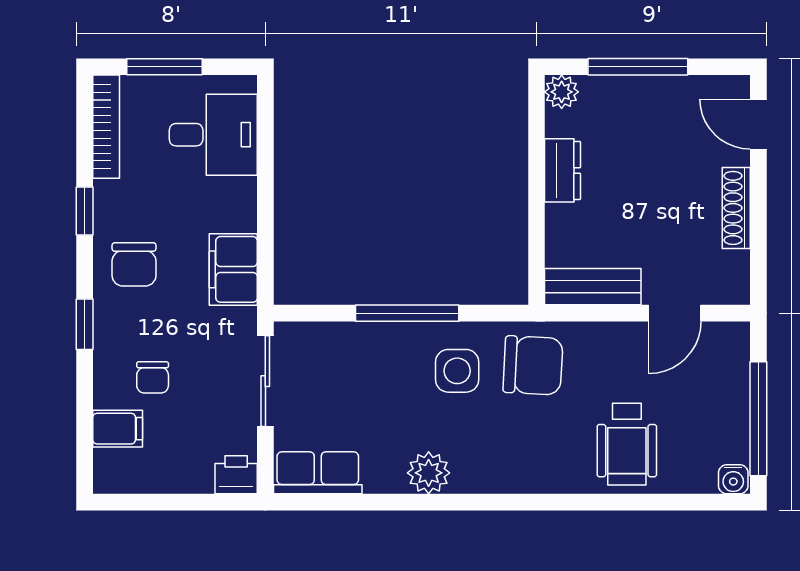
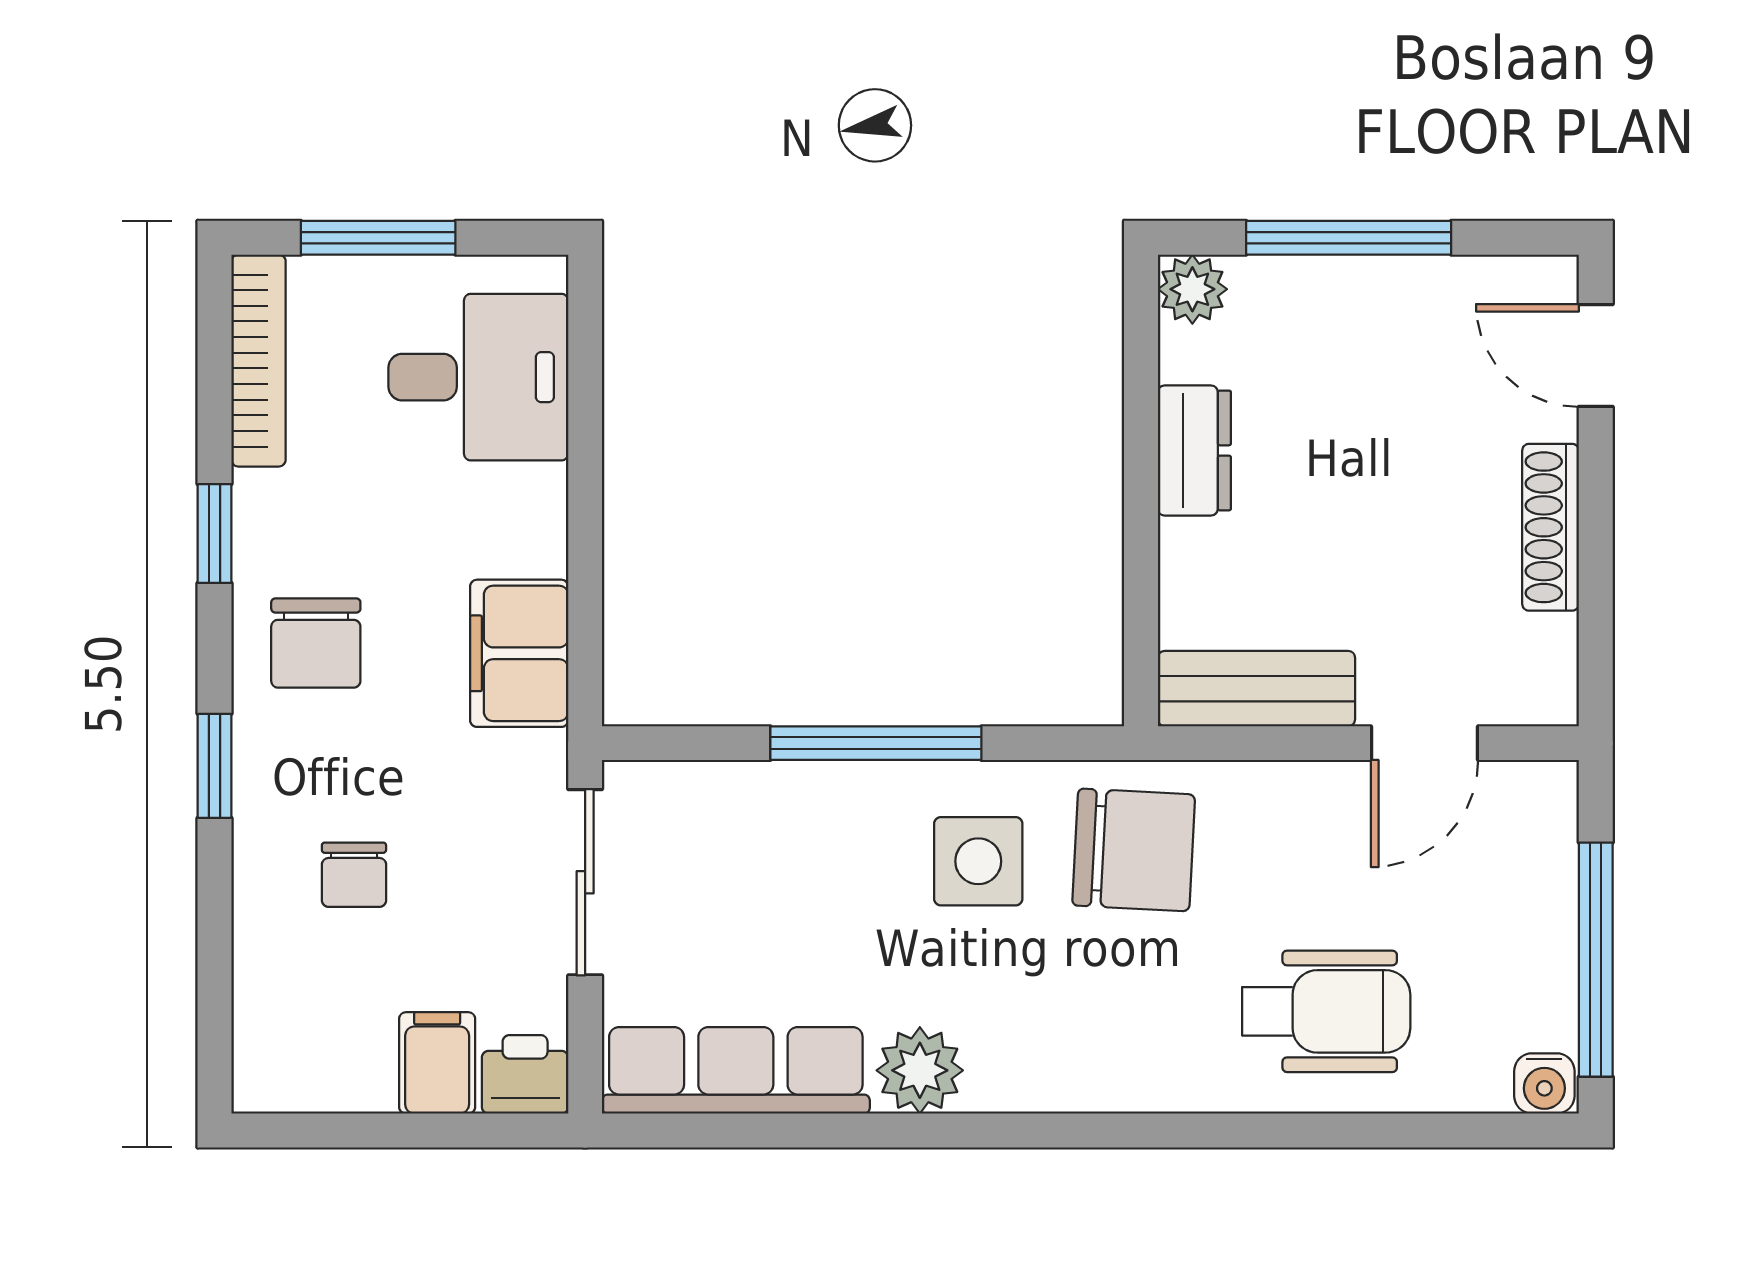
filing cabinet: (118, 429) -> (437, 1063), moved, turned -90
wheelchair: (627, 444) -> (1326, 1011), turned -90
row of seats: (318, 473) -> (736, 1070), width x1.48

